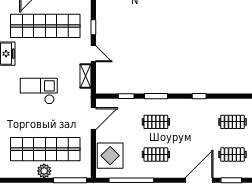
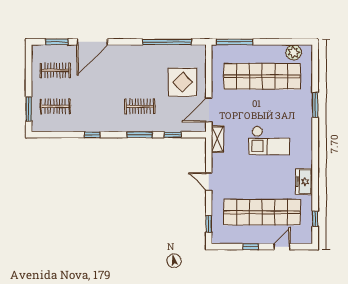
window: (93, 27) -> (209, 224), moved
shelving: (86, 76) -> (217, 139), moved
clothes rail: (156, 155) -> (140, 70), removed
display table: (110, 156) -> (183, 82), moved
plant: (44, 171) -> (294, 52), moved

